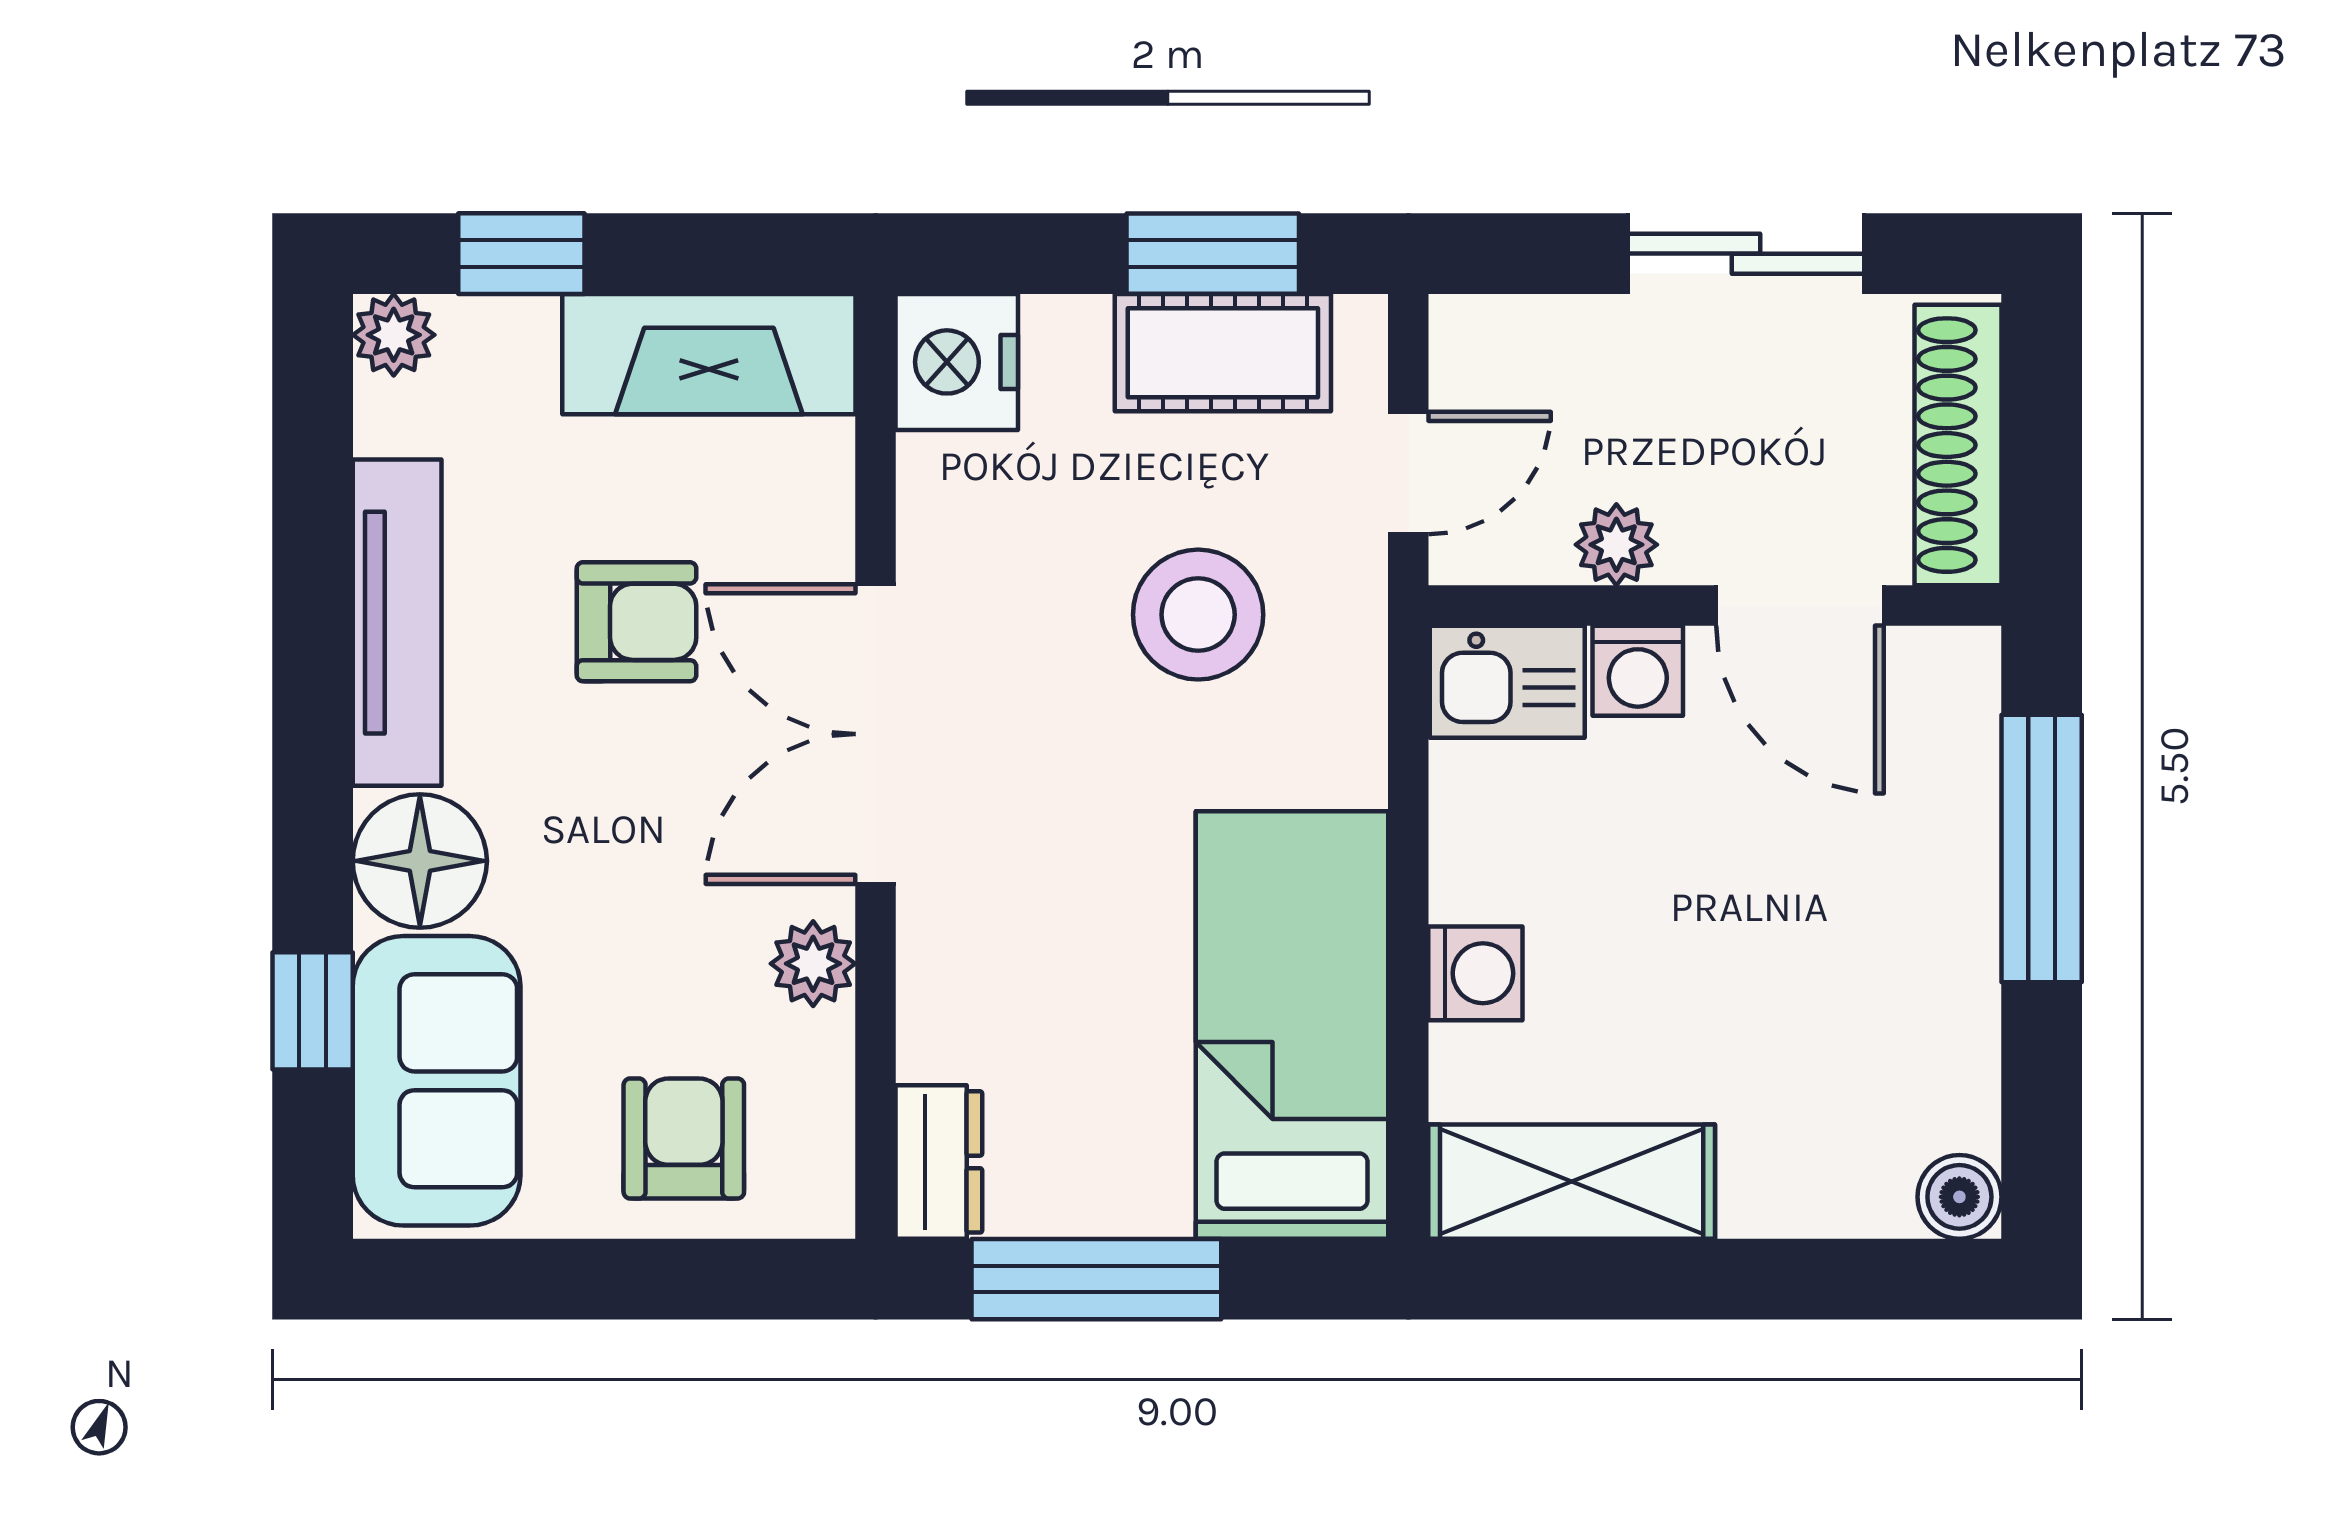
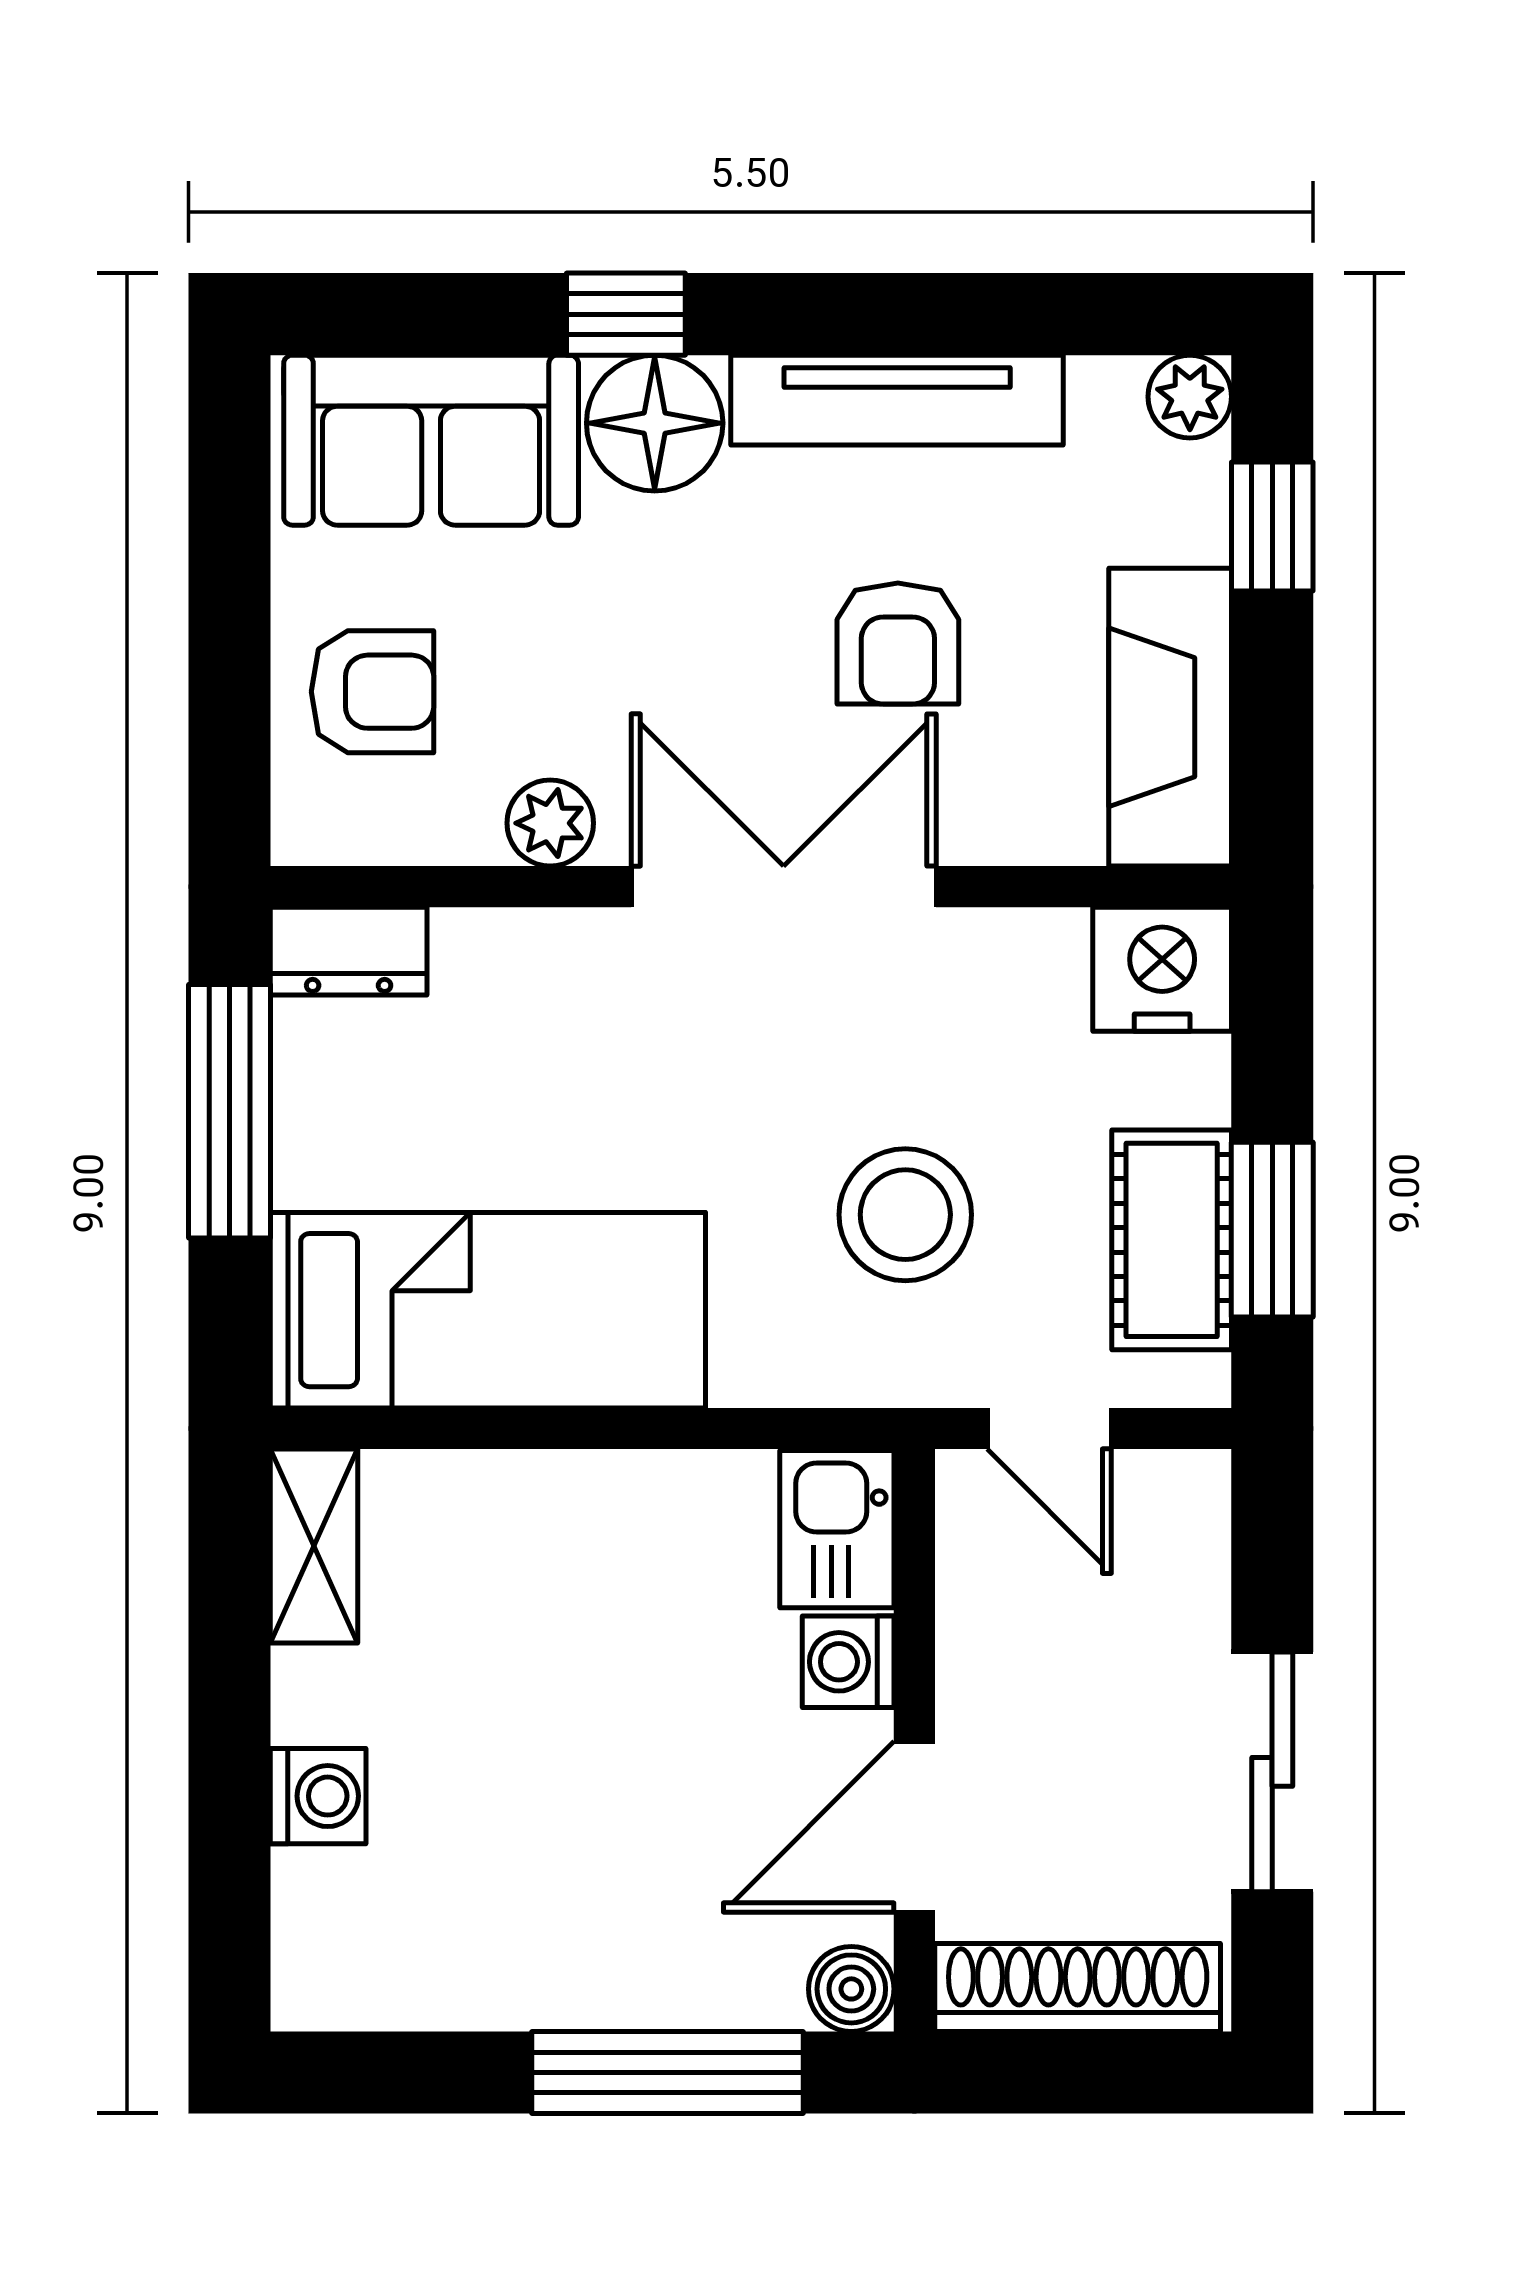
plant: (1616, 545) -> (976, 1640), removed
washing machine: (1475, 973) -> (318, 1796), moved, turned -90
window: (313, 1011) -> (626, 314), moved
shelving: (1572, 1182) -> (314, 1546), width x0.67, depth x0.75
boiler: (1959, 1197) -> (851, 1989), moved

